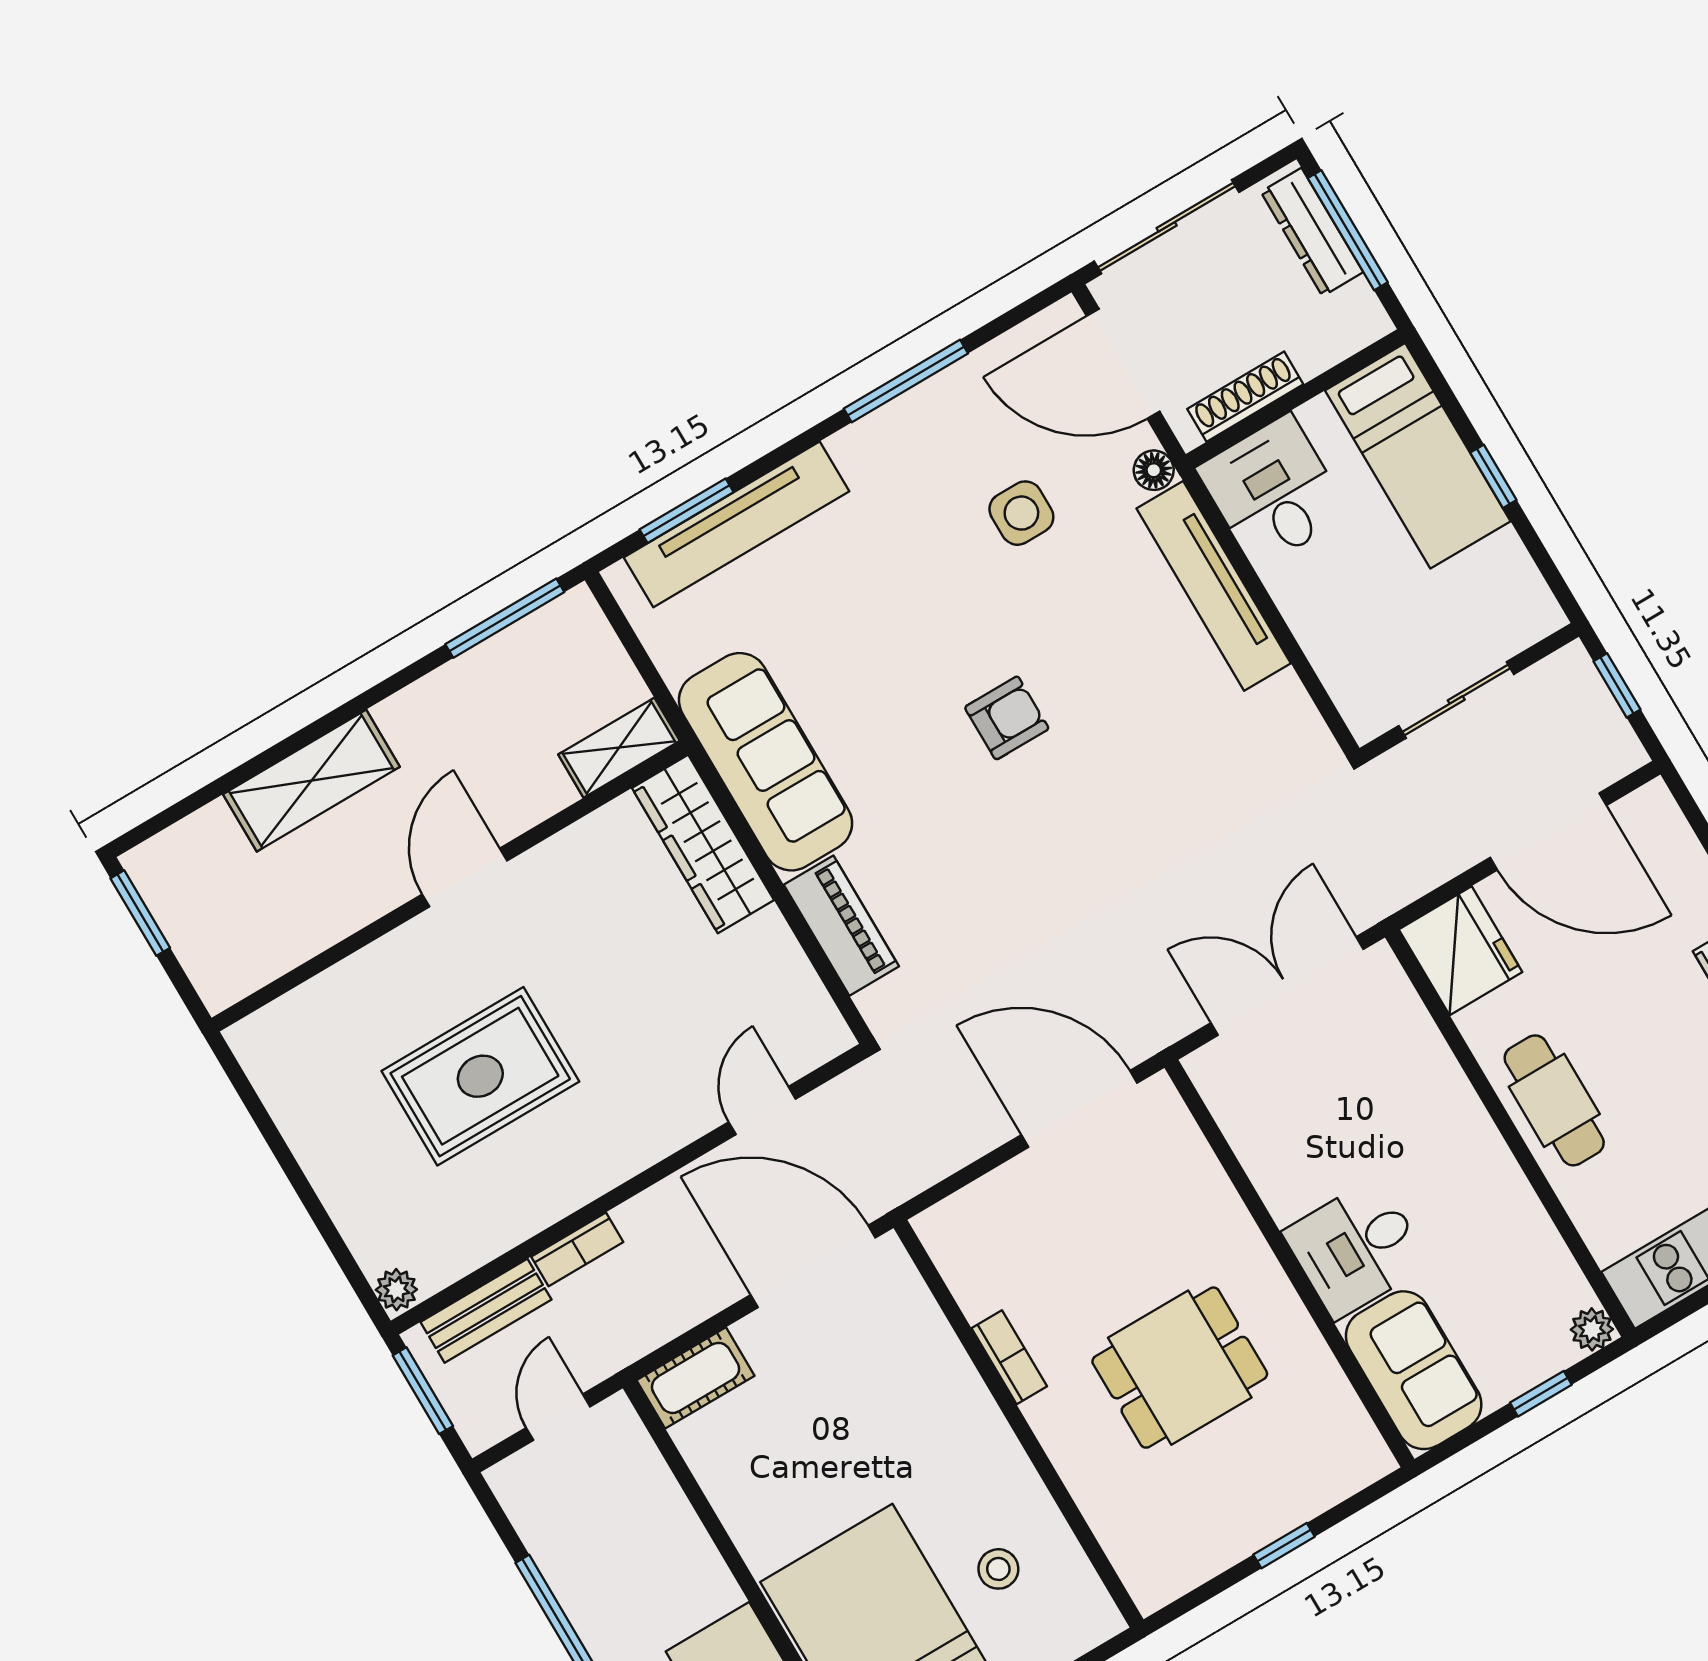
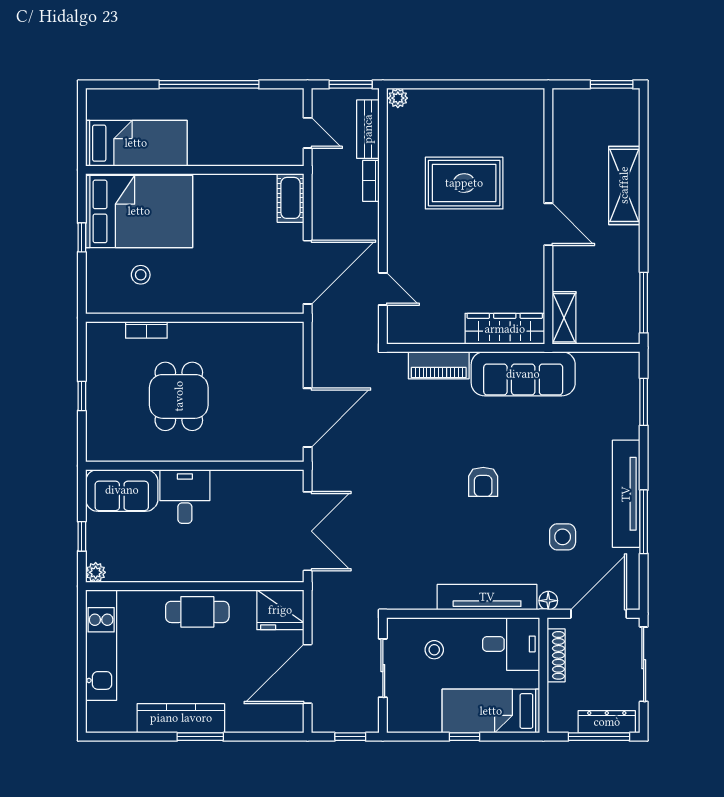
tv unit: (736, 524) -> (626, 494), moved
stool: (1367, 626) -> (434, 650), added
rug: (480, 1076) -> (464, 183), turned 90
bookcase: (1009, 1357) -> (146, 330), moved

